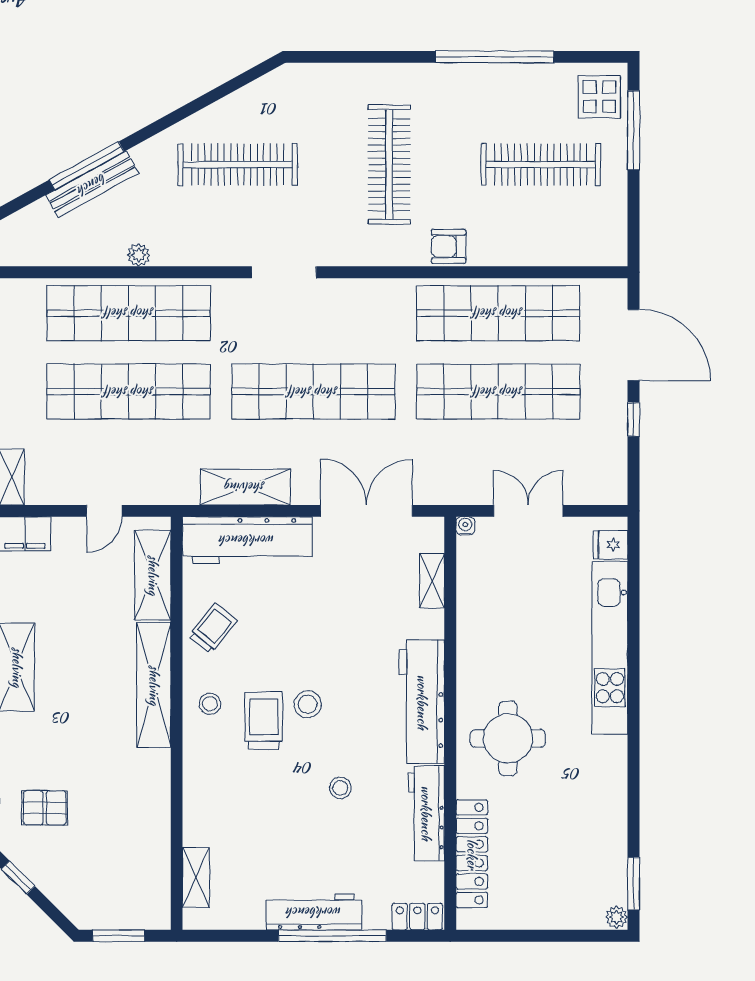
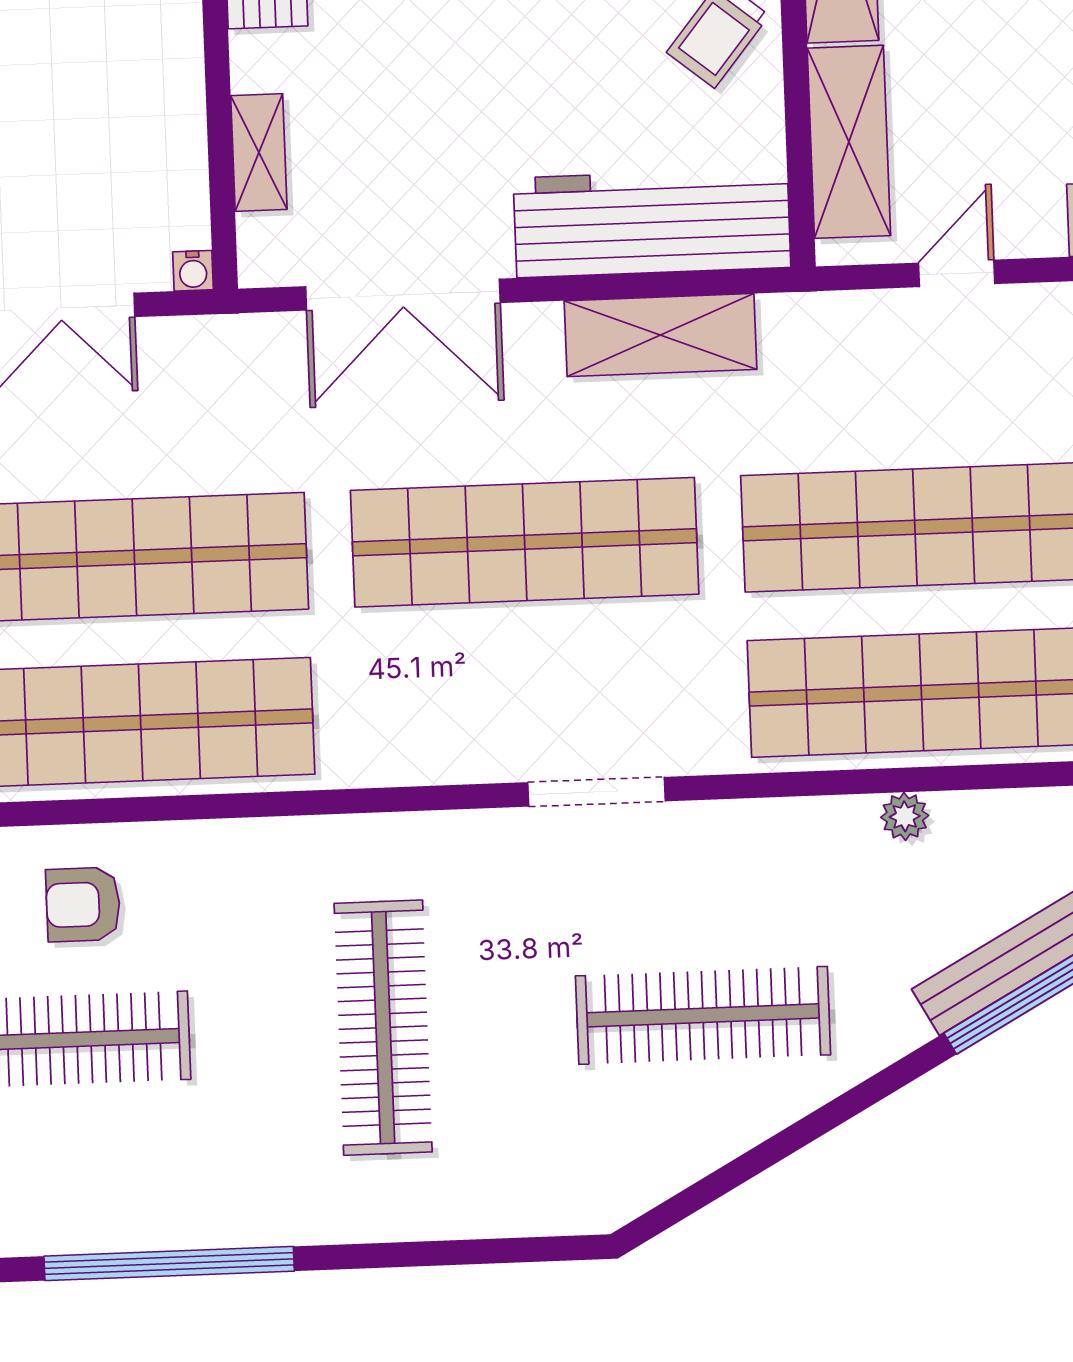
armchair: (449, 246) -> (83, 904), moved, turned 180

